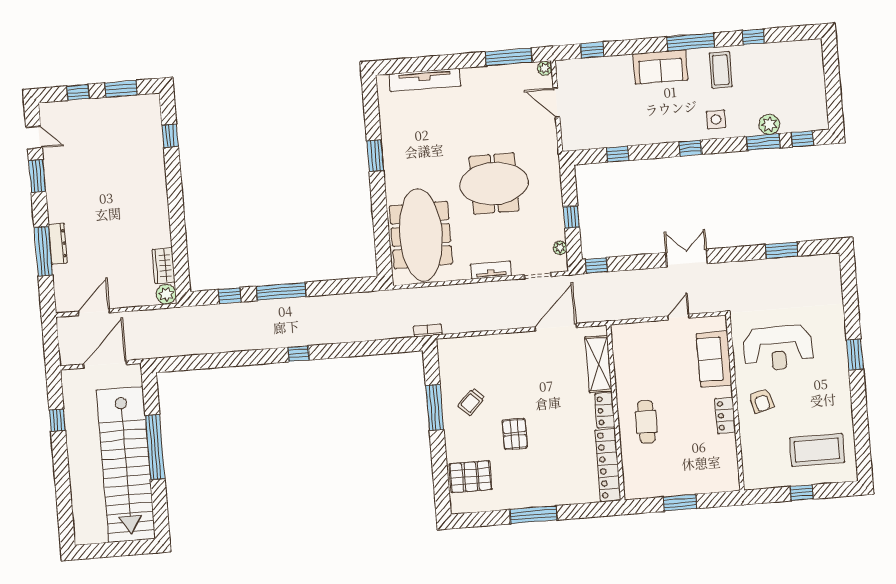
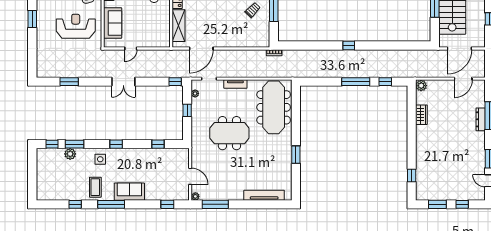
wardrobe: (164, 266) -> (421, 115), moved

